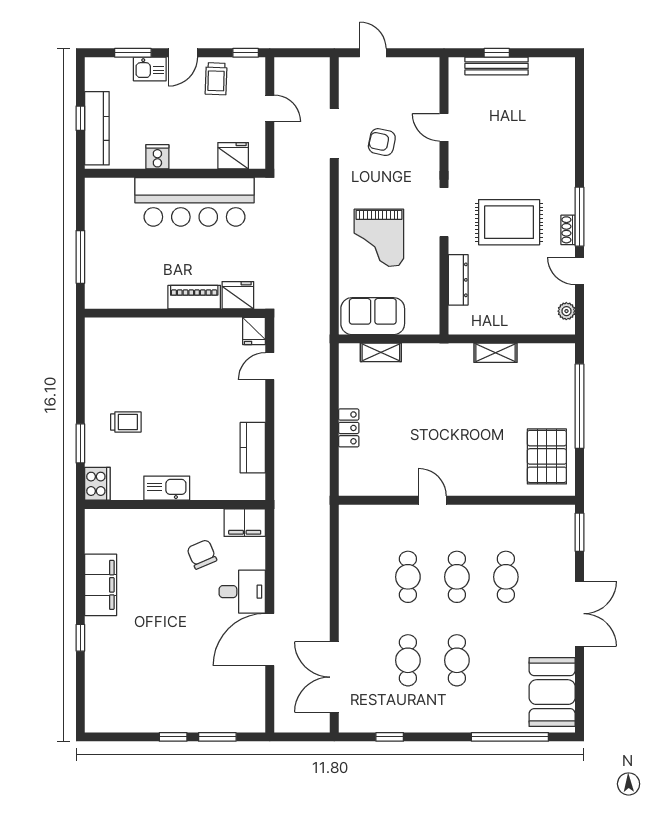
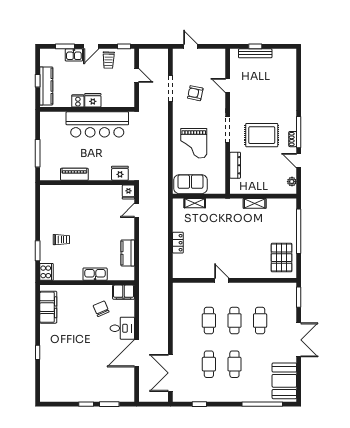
fridge: (233, 156) -> (93, 100), moved
piano: (194, 297) -> (74, 174), moved
kitchen sink: (167, 488) -> (95, 274), moved
filing cabinet: (101, 585) -> (48, 307), moved

